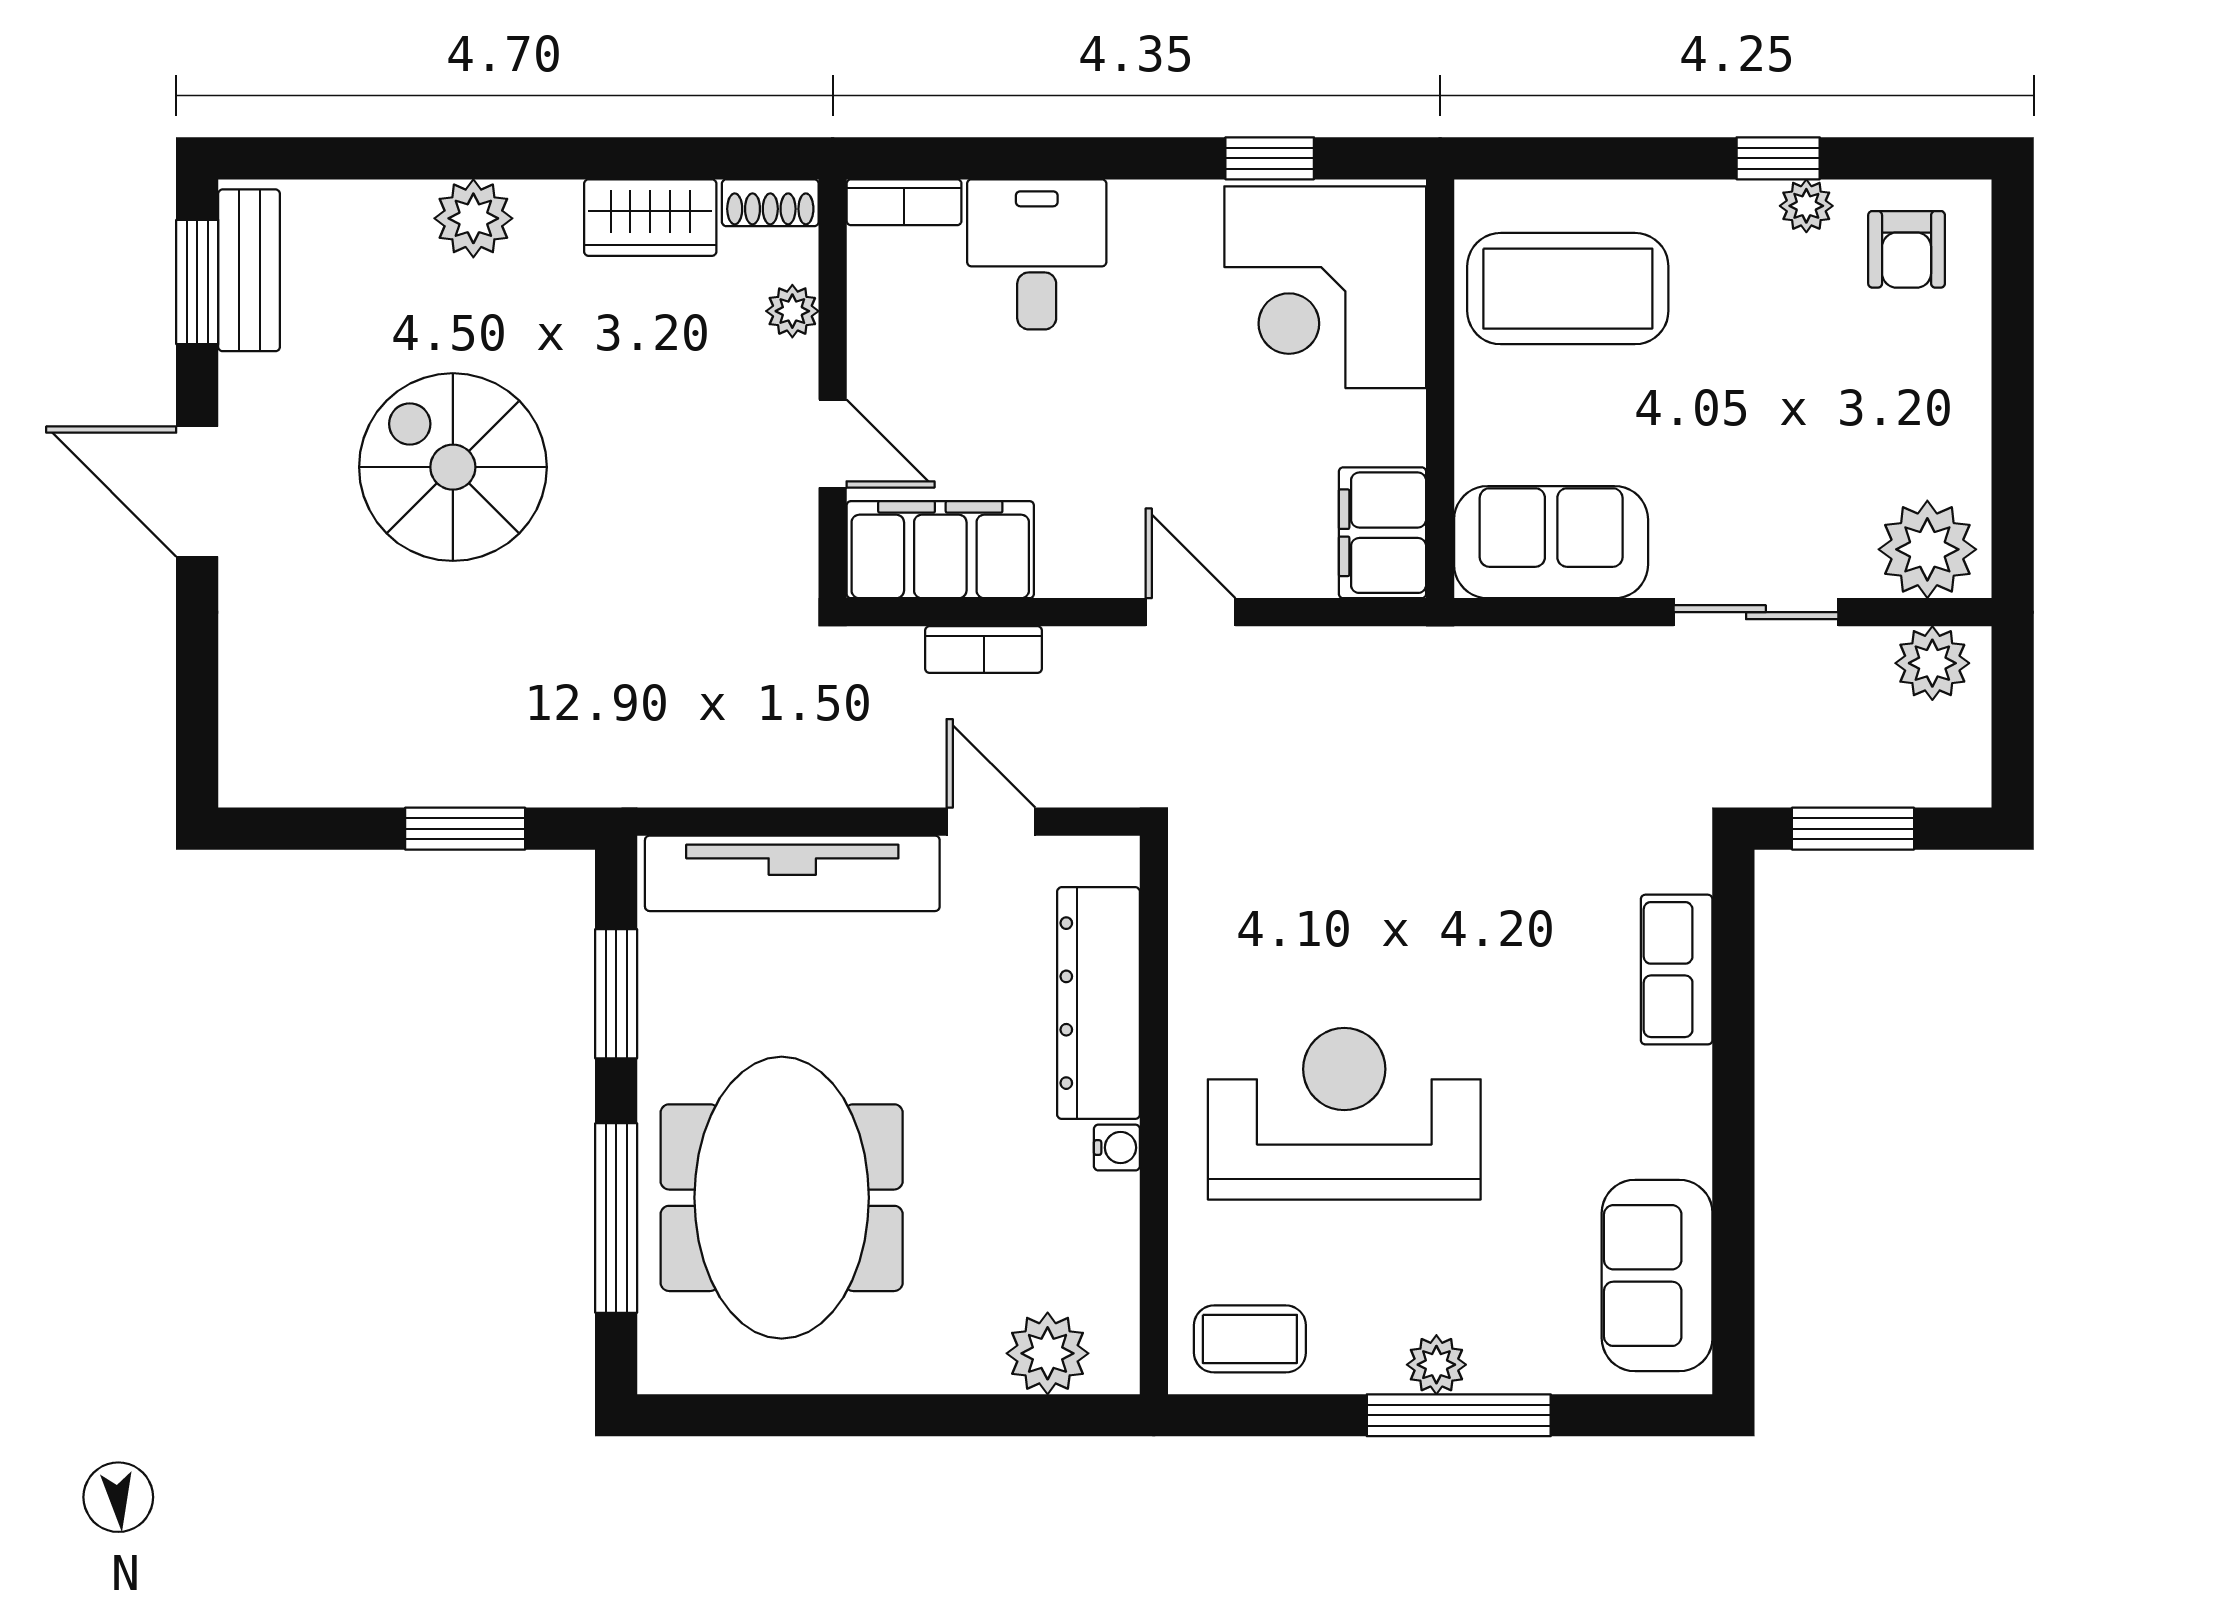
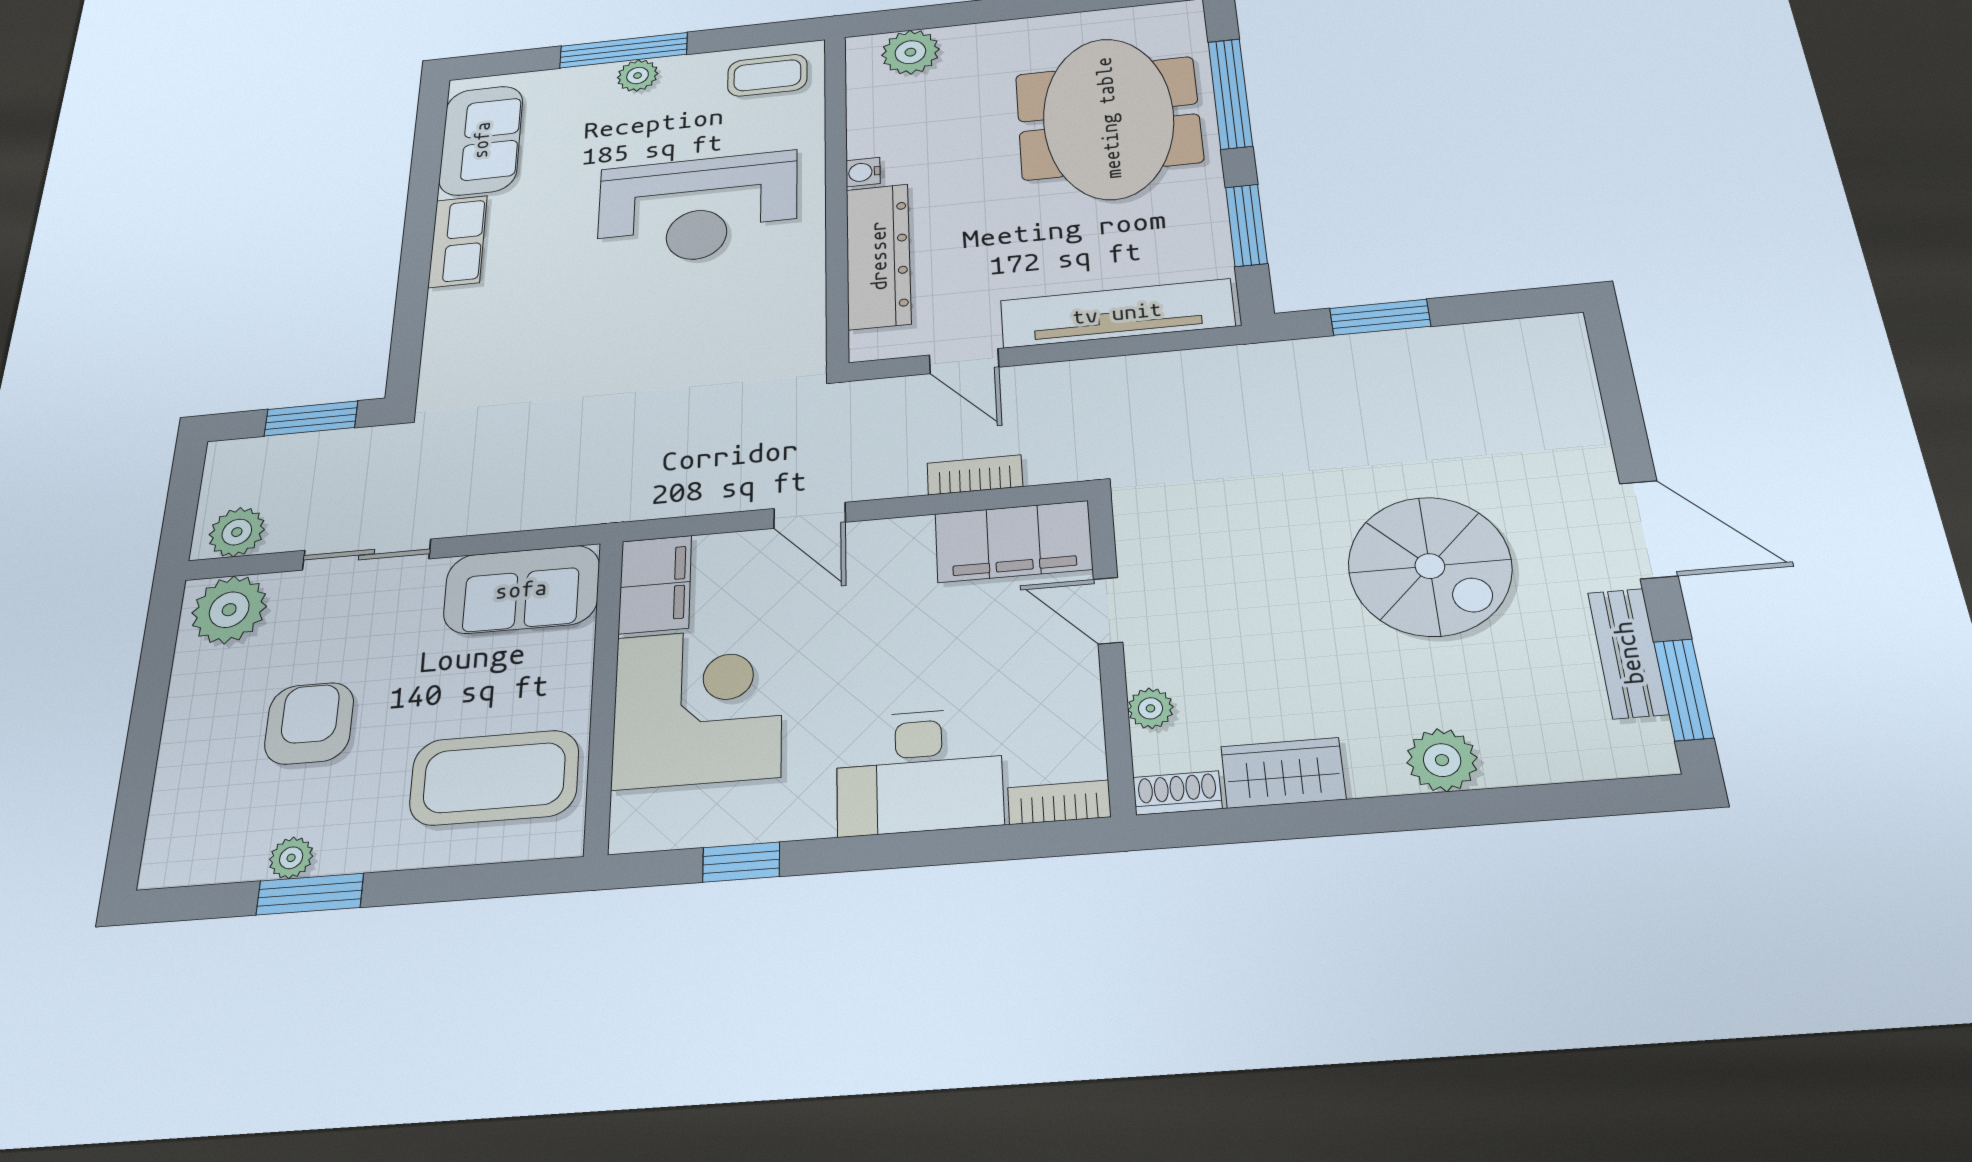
window: (1778, 158) -> (310, 894), width x1.50
armchair: (1907, 249) -> (309, 723), moved, width x1.38, depth x1.38
desk: (1037, 254) -> (919, 771), width x1.37
bench: (249, 270) -> (1628, 653), moved
corner desk: (1325, 287) -> (698, 706), moved
row of seats: (1677, 970) -> (458, 241), moved

